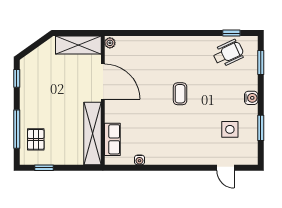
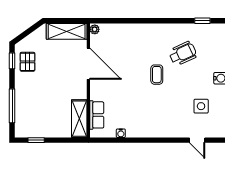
wheelchair: (228, 53) -> (183, 53), moved
shelving: (93, 133) -> (79, 119), width x0.68
pallet: (36, 139) -> (27, 62), moved

